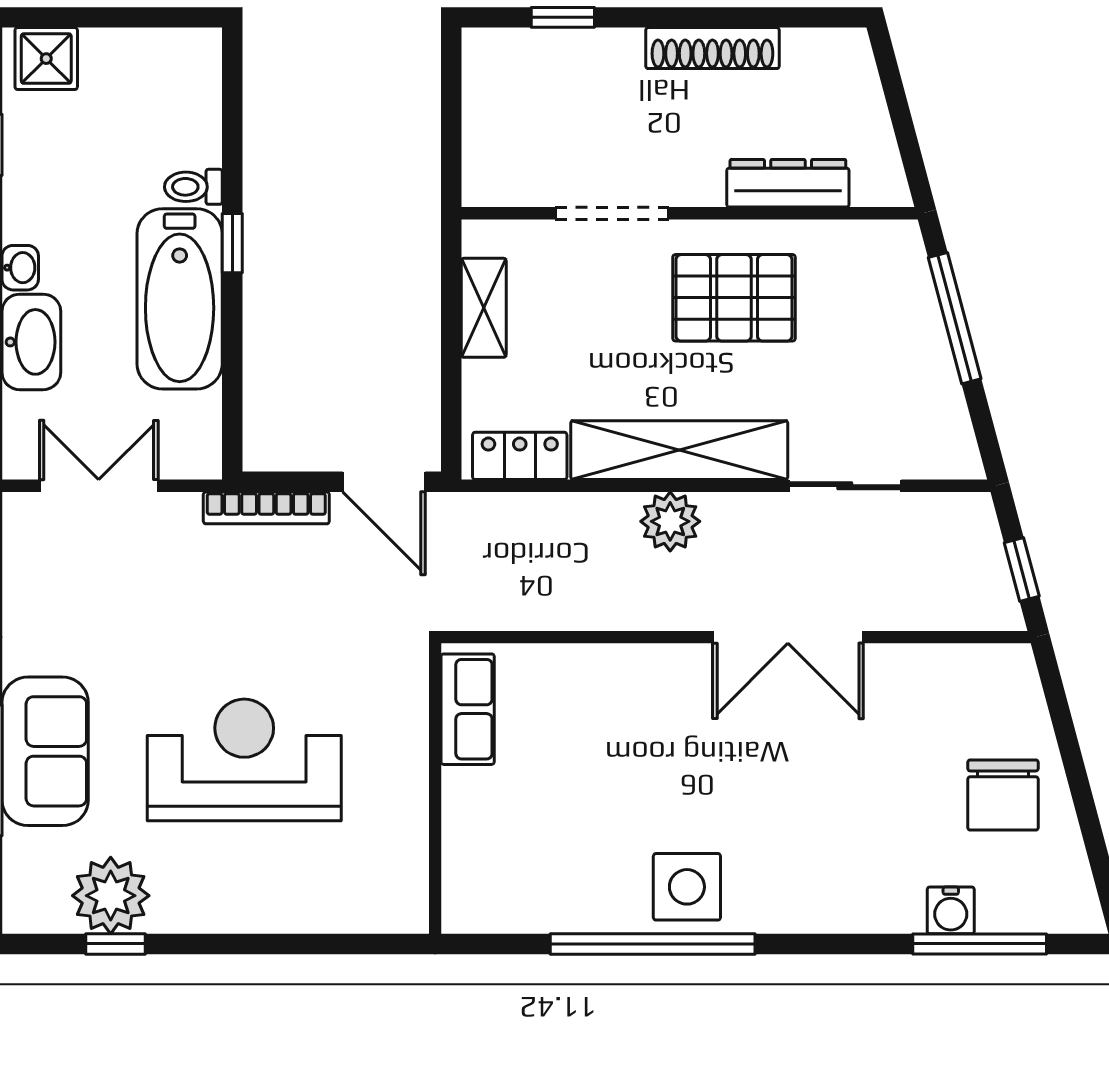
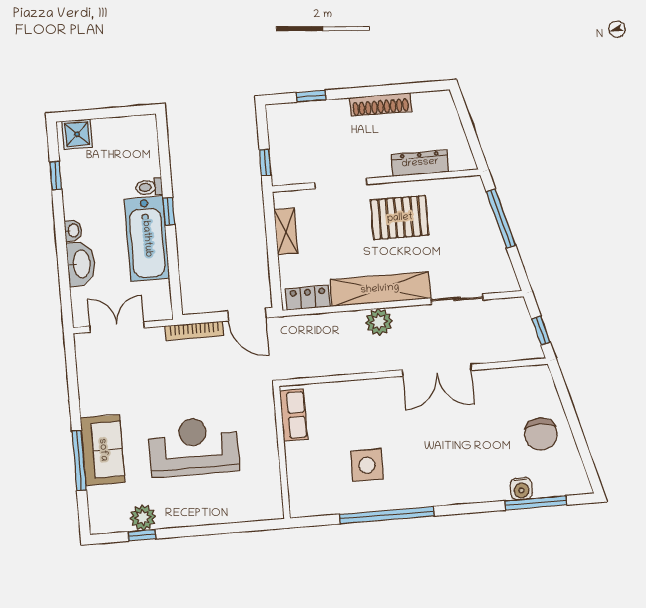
window: (451, 153) -> (265, 162), added
side table: (687, 887) -> (367, 465), moved
plant: (111, 896) -> (143, 518), width x0.73, depth x0.73

